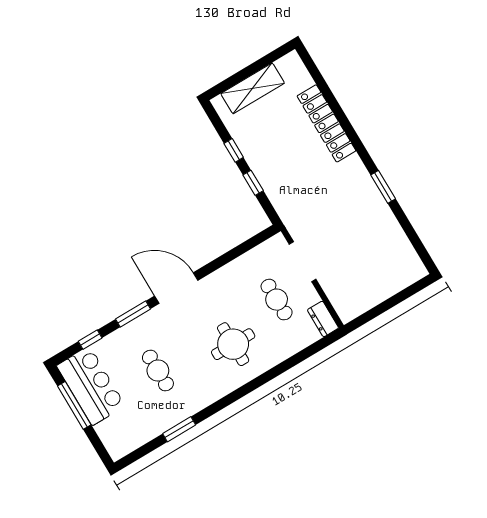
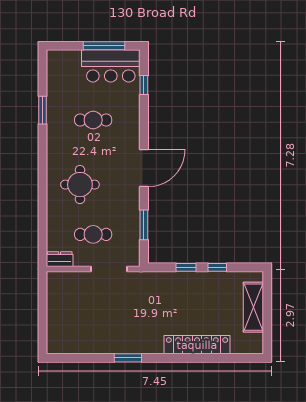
window: (133, 314) -> (144, 225), moved

